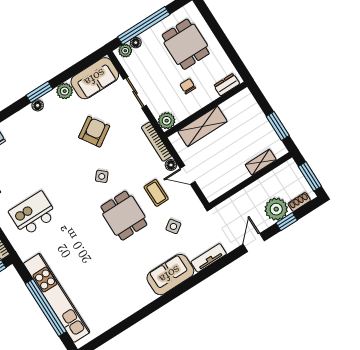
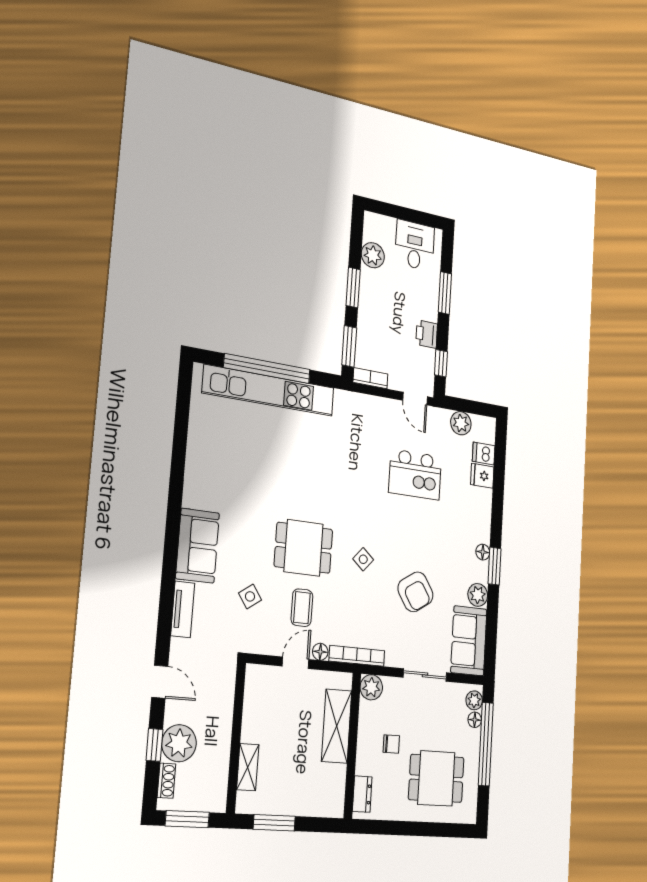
coffee table: (156, 193) -> (302, 608), turned 90
kitchen island: (33, 214) -> (415, 474), moved, turned 90

